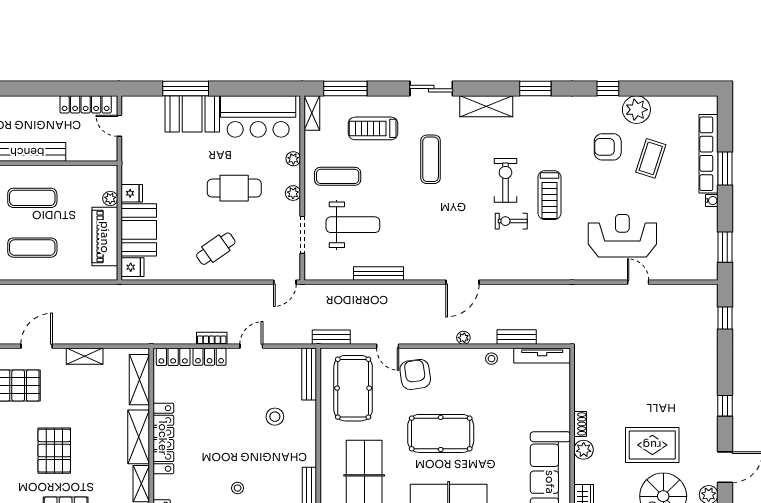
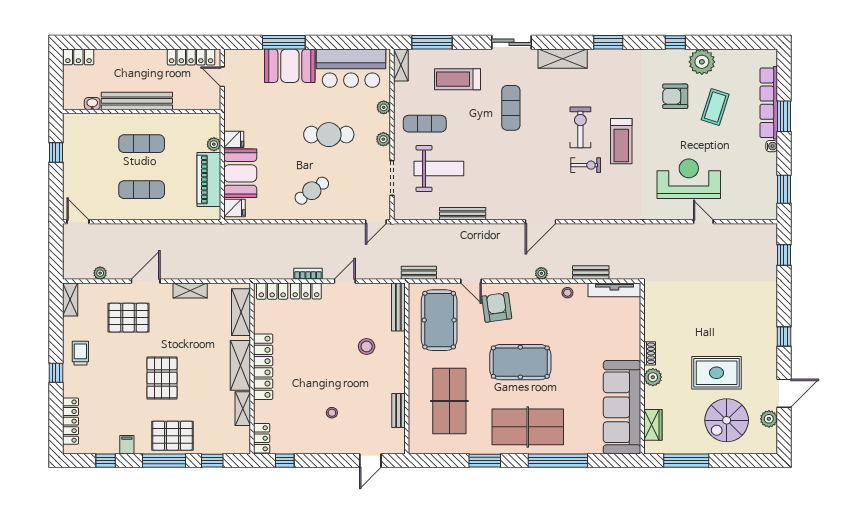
exercise bike: (511, 221) -> (586, 165), turned 180

